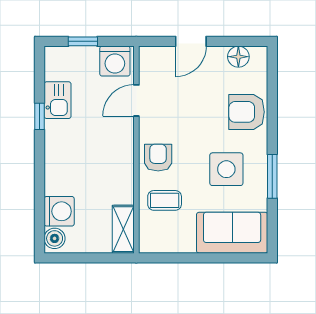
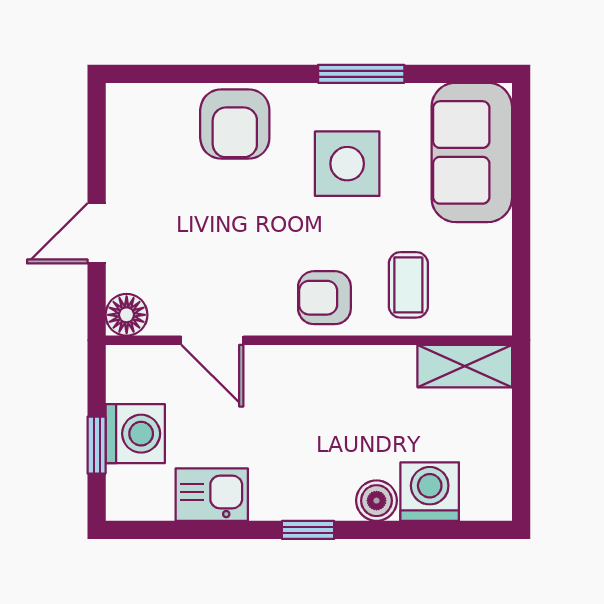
door: (191, 41) -> (97, 233), swing flipped
floor lamp: (238, 57) -> (127, 315), moved
washing machine: (115, 61) -> (135, 434), moved
window: (40, 116) -> (308, 530), moved
boiler: (55, 238) -> (377, 501), moved

